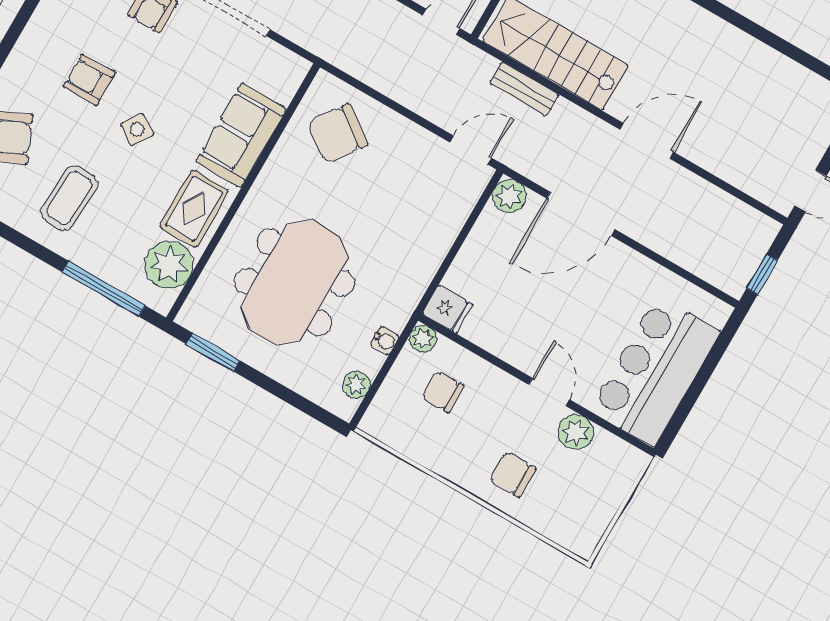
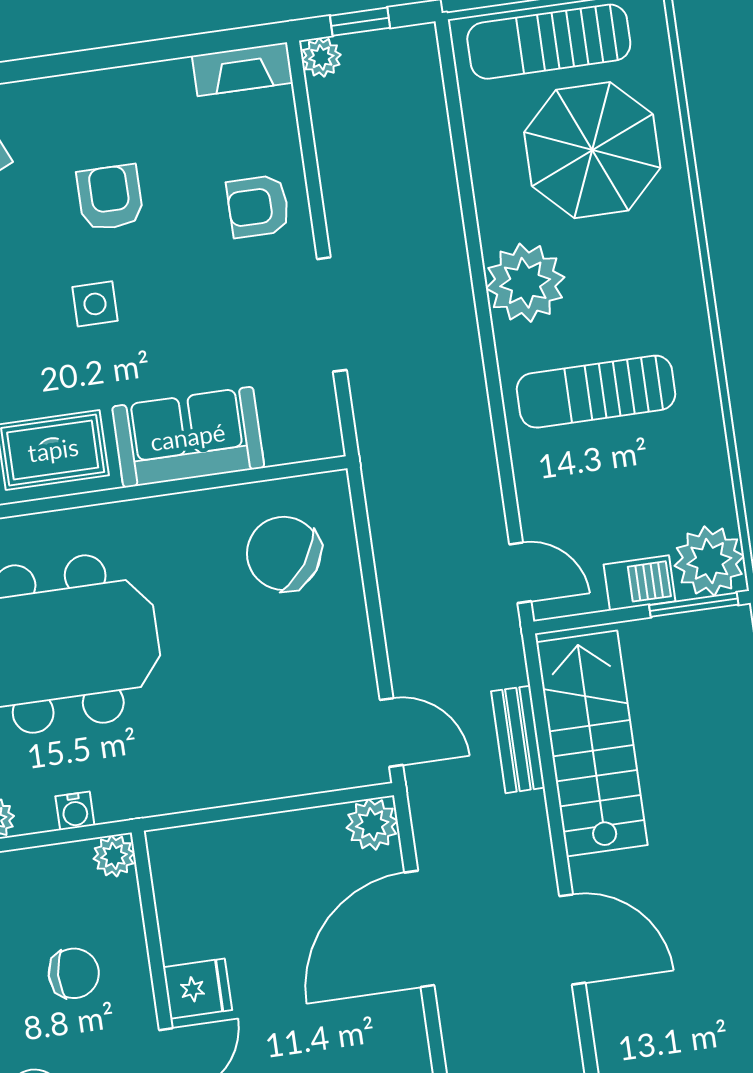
side table: (137, 129) -> (95, 304), turned -33
door: (581, 214) -> (419, 929), hinge flipped
fridge: (448, 309) -> (198, 989), moved, turned -90
chair: (443, 392) -> (74, 973), moved, turned 92

